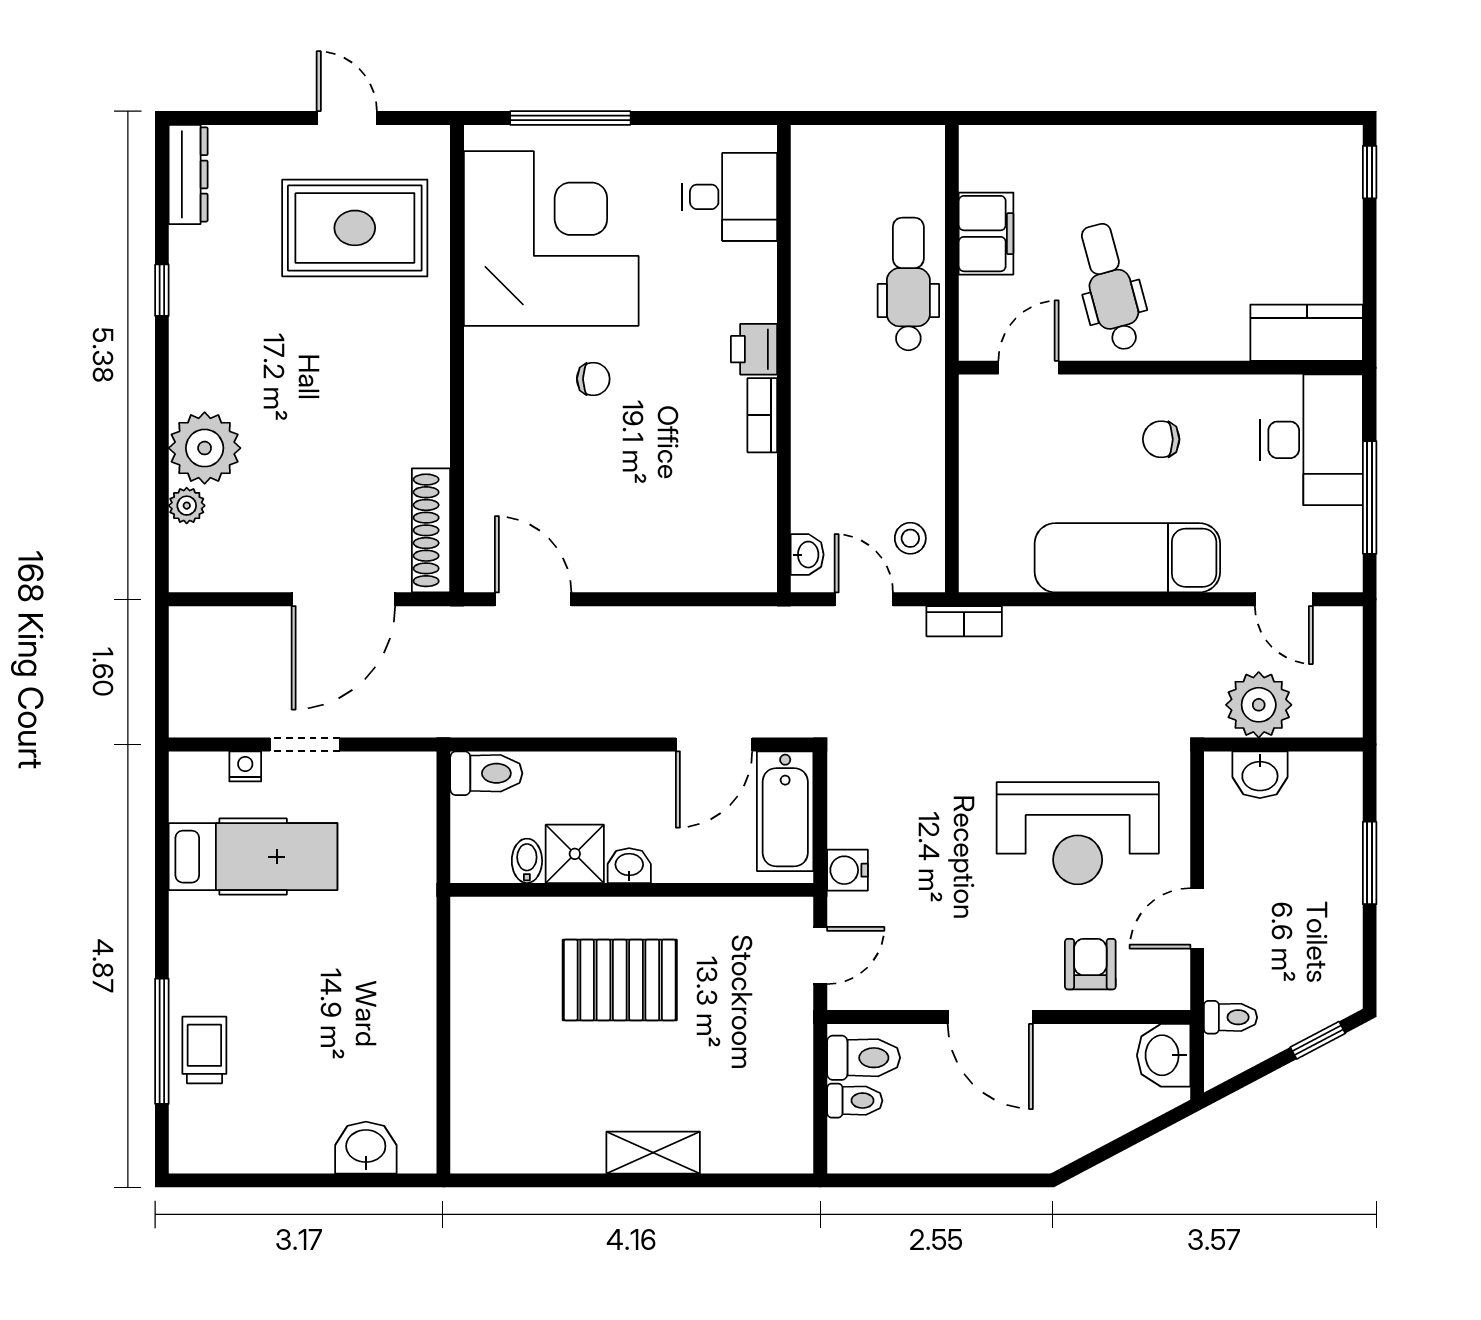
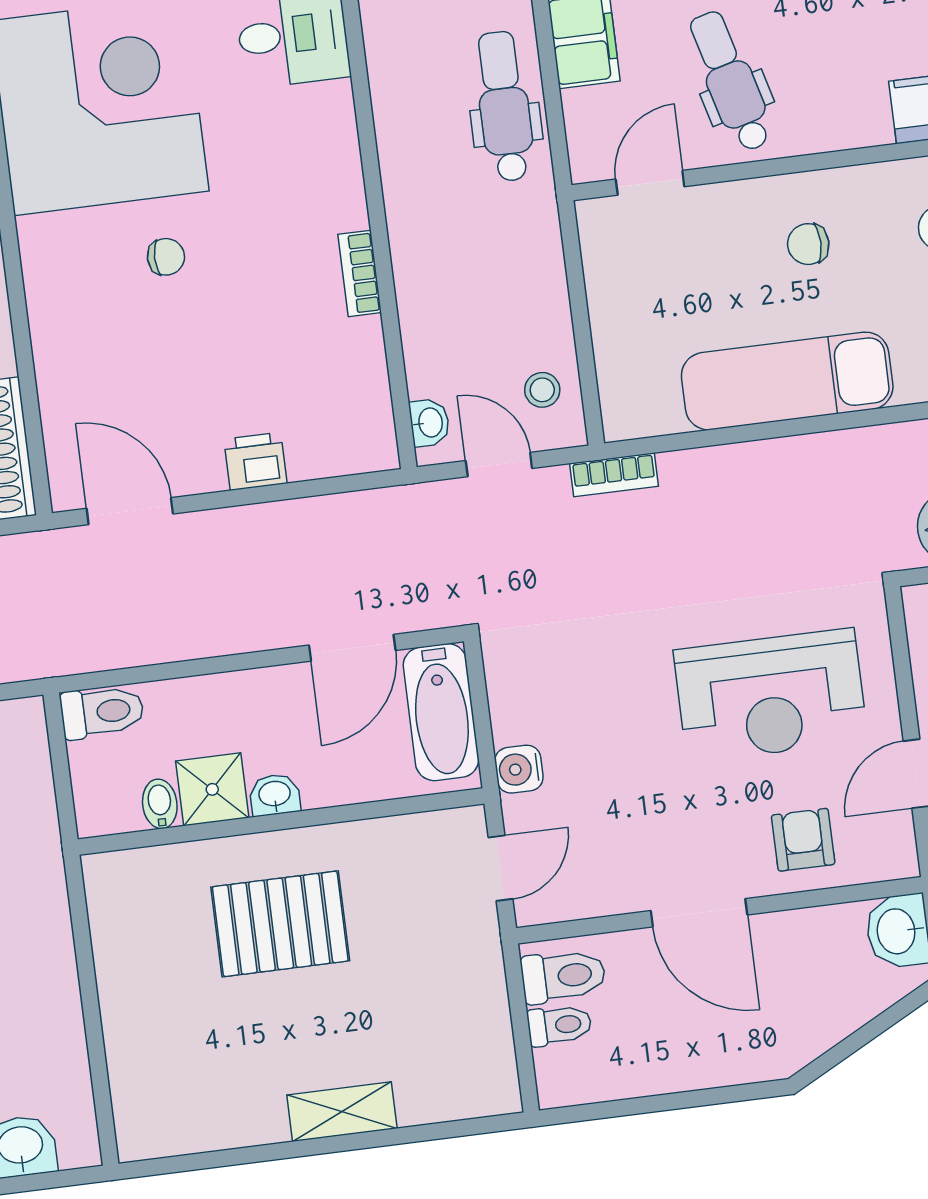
printer: (754, 349) -> (256, 461), moved, turned 90

